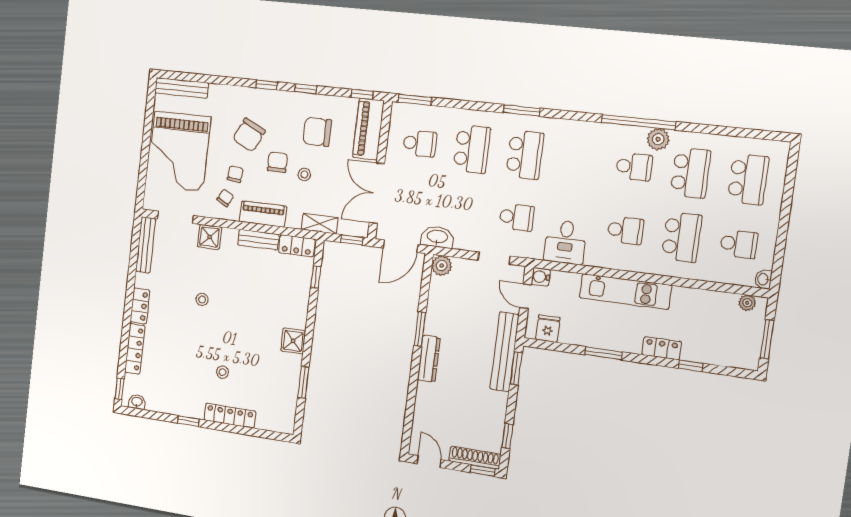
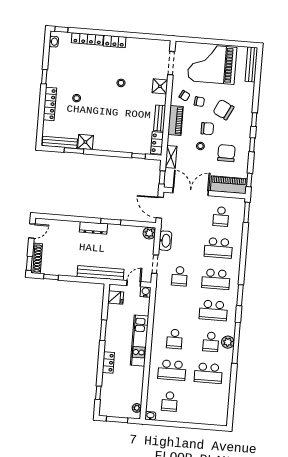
window: (522, 110) -> (240, 295), moved
plant: (658, 139) -> (228, 342), moved
school desk: (748, 179) -> (213, 310), moved
washbasin: (437, 237) -> (165, 241), moved
desk: (565, 242) -> (166, 305), removed
bench: (146, 245) -> (60, 142), moved
shower: (293, 341) -> (85, 142), moved
window: (691, 366) -> (98, 393), moved
window: (516, 368) -> (91, 280), removed

